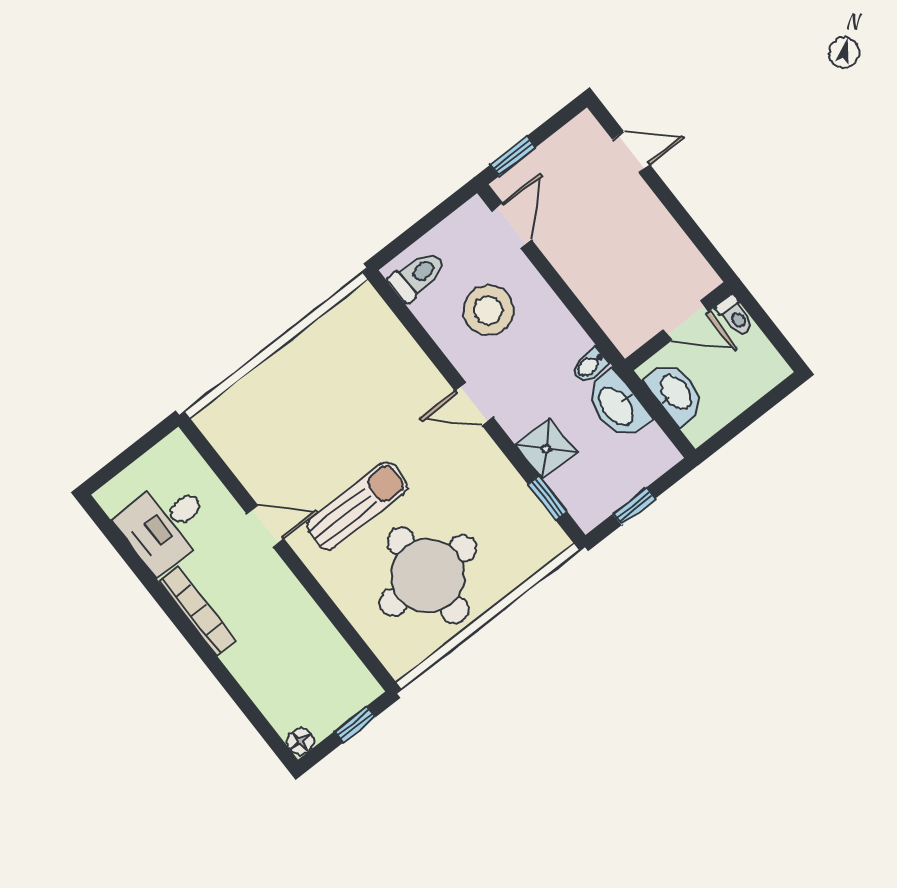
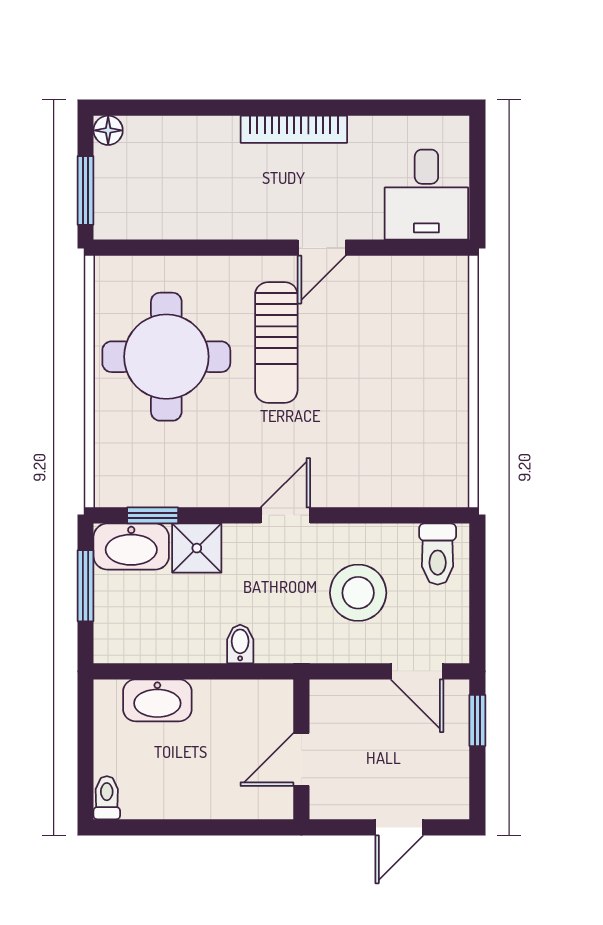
toilet: (735, 316) -> (107, 798), moved, turned 90
door: (686, 321) -> (301, 760), moved
wall: (679, 326) -> (301, 749), moved
washbasin: (617, 405) -> (131, 547), moved, turned 180
window: (634, 506) -> (85, 586), width x1.50
desk: (165, 524) -> (426, 195), moved, turned 180
window: (355, 724) -> (85, 190), width x1.50

